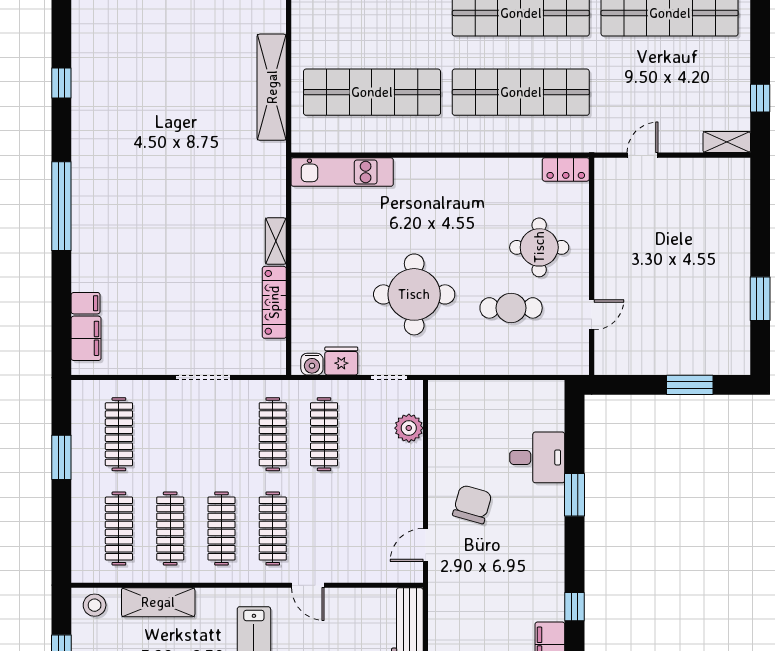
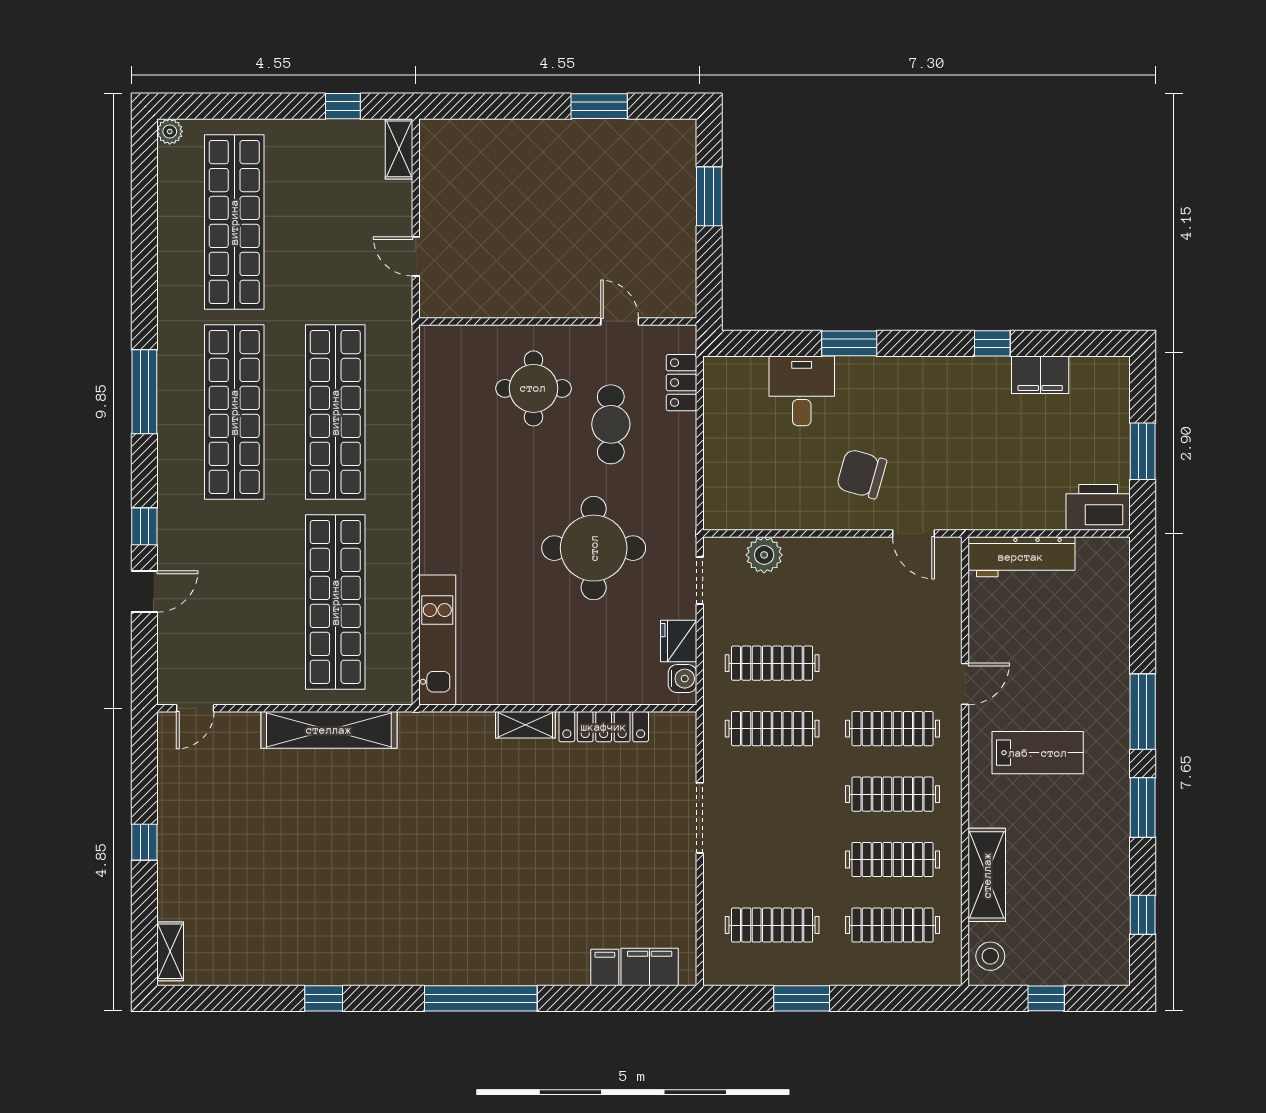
locker: (566, 169) -> (681, 383), moved, turned 180

